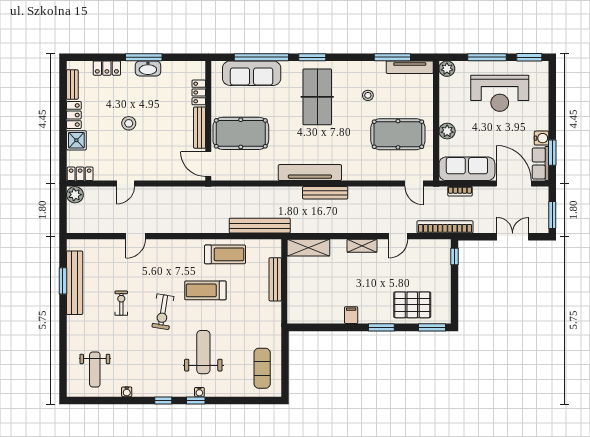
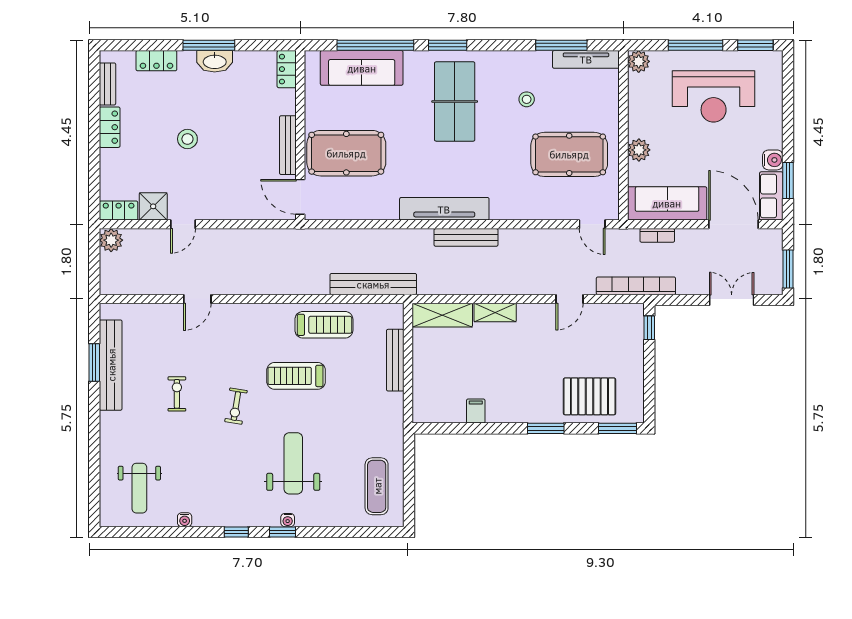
locker: (199, 92) -> (287, 69), moved
shower: (76, 140) -> (153, 206), moved
shelving: (362, 246) -> (495, 313), moved
exercise bike: (163, 312) -> (236, 406), width x0.73, depth x0.72
filing cabinet: (351, 315) -> (476, 411), moved

